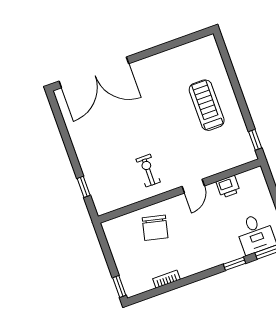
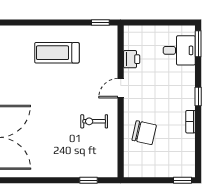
door: (193, 186) -> (121, 88), swing flipped
window: (235, 264) -> (198, 97), moved
bookcase: (166, 279) -> (191, 122), moved

